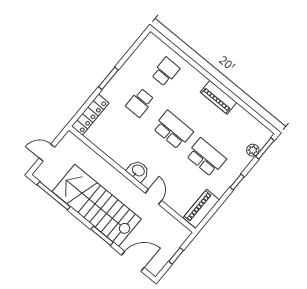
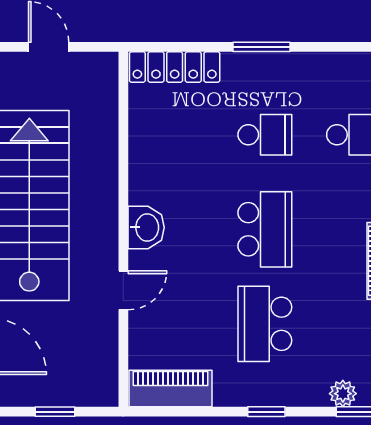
school desk: (140, 103) -> (265, 135), turned 180
school desk: (206, 157) -> (265, 324), turned 180

